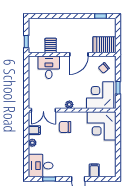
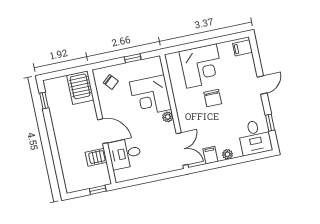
door: (79, 54) -> (103, 131), moved
corner desk: (100, 95) -> (150, 96), moved
corner desk: (102, 126) -> (201, 66), moved
chair: (65, 127) -> (213, 98), moved
filing cabinet: (94, 170) -> (243, 48), moved

